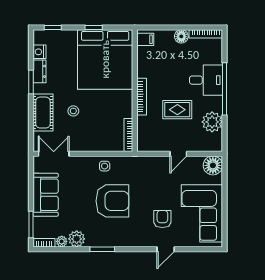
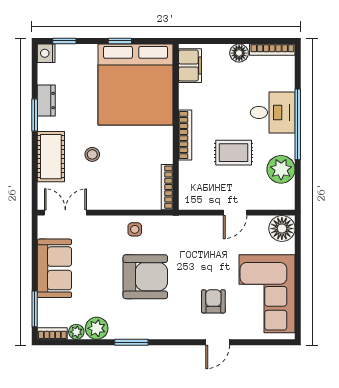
filing cabinet: (145, 39) -> (190, 66), width x2.00
nightstand: (39, 52) -> (46, 53), moved

